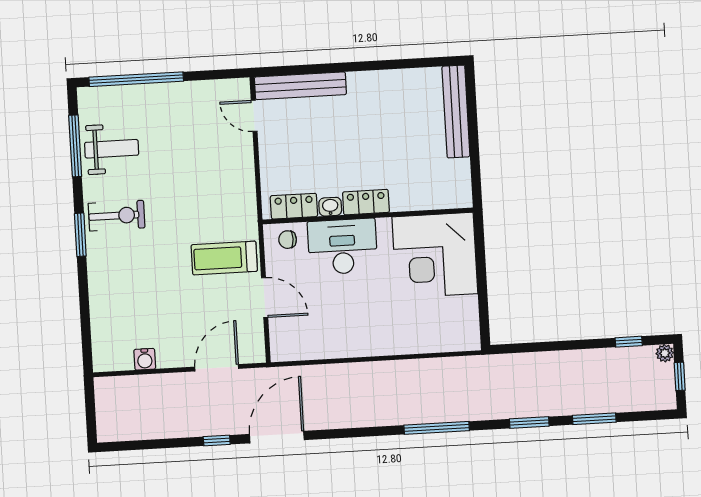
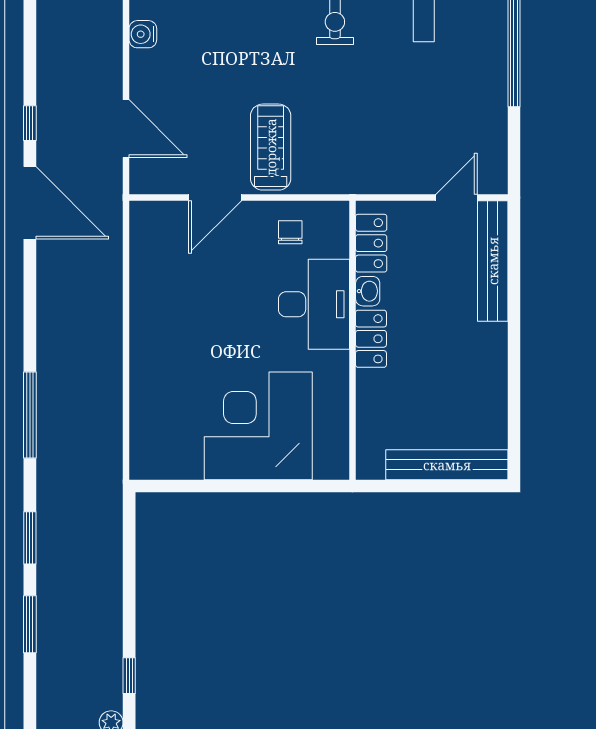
locker: (366, 202) -> (371, 339), moved
locker: (294, 206) -> (371, 243), moved
washbasin: (330, 207) -> (368, 291), moved
wall: (368, 216) -> (353, 340), moved
desk: (342, 247) -> (314, 304), moved

